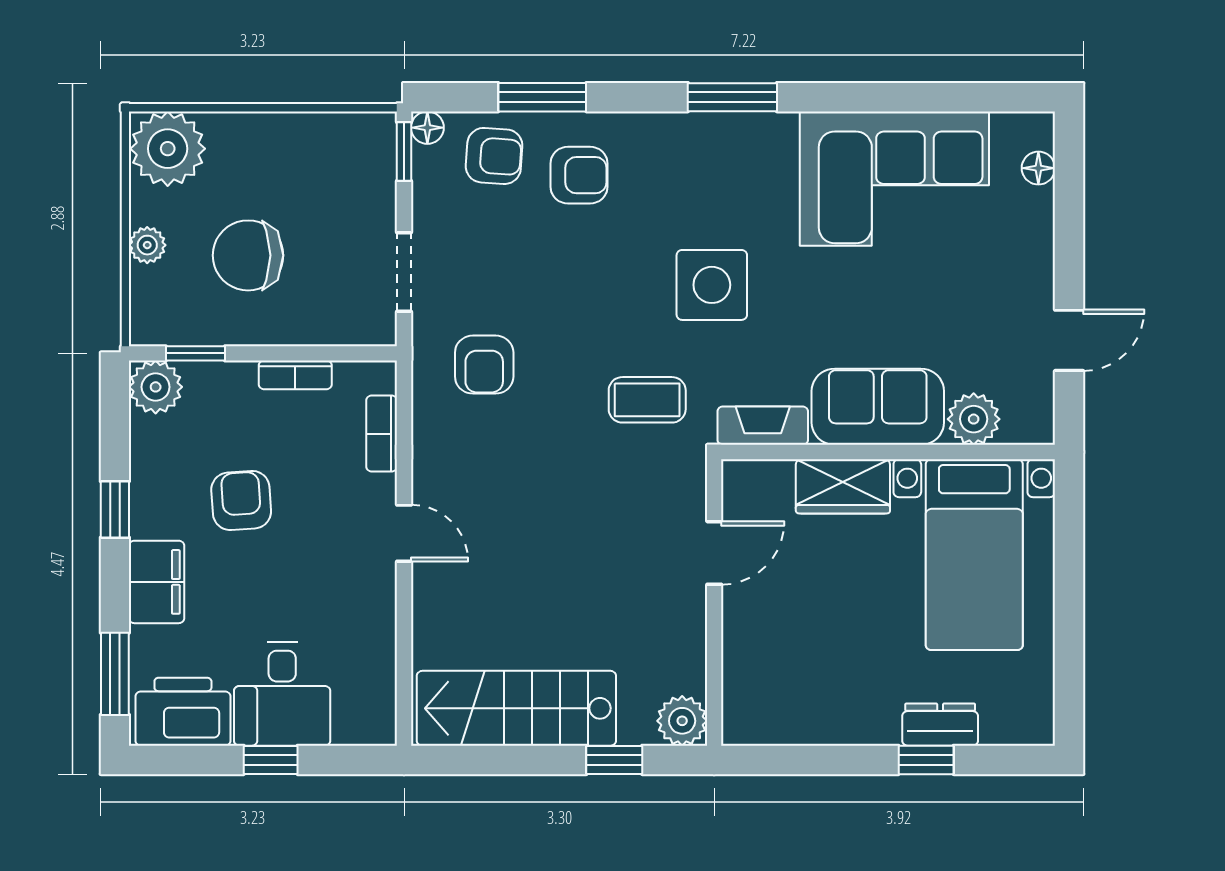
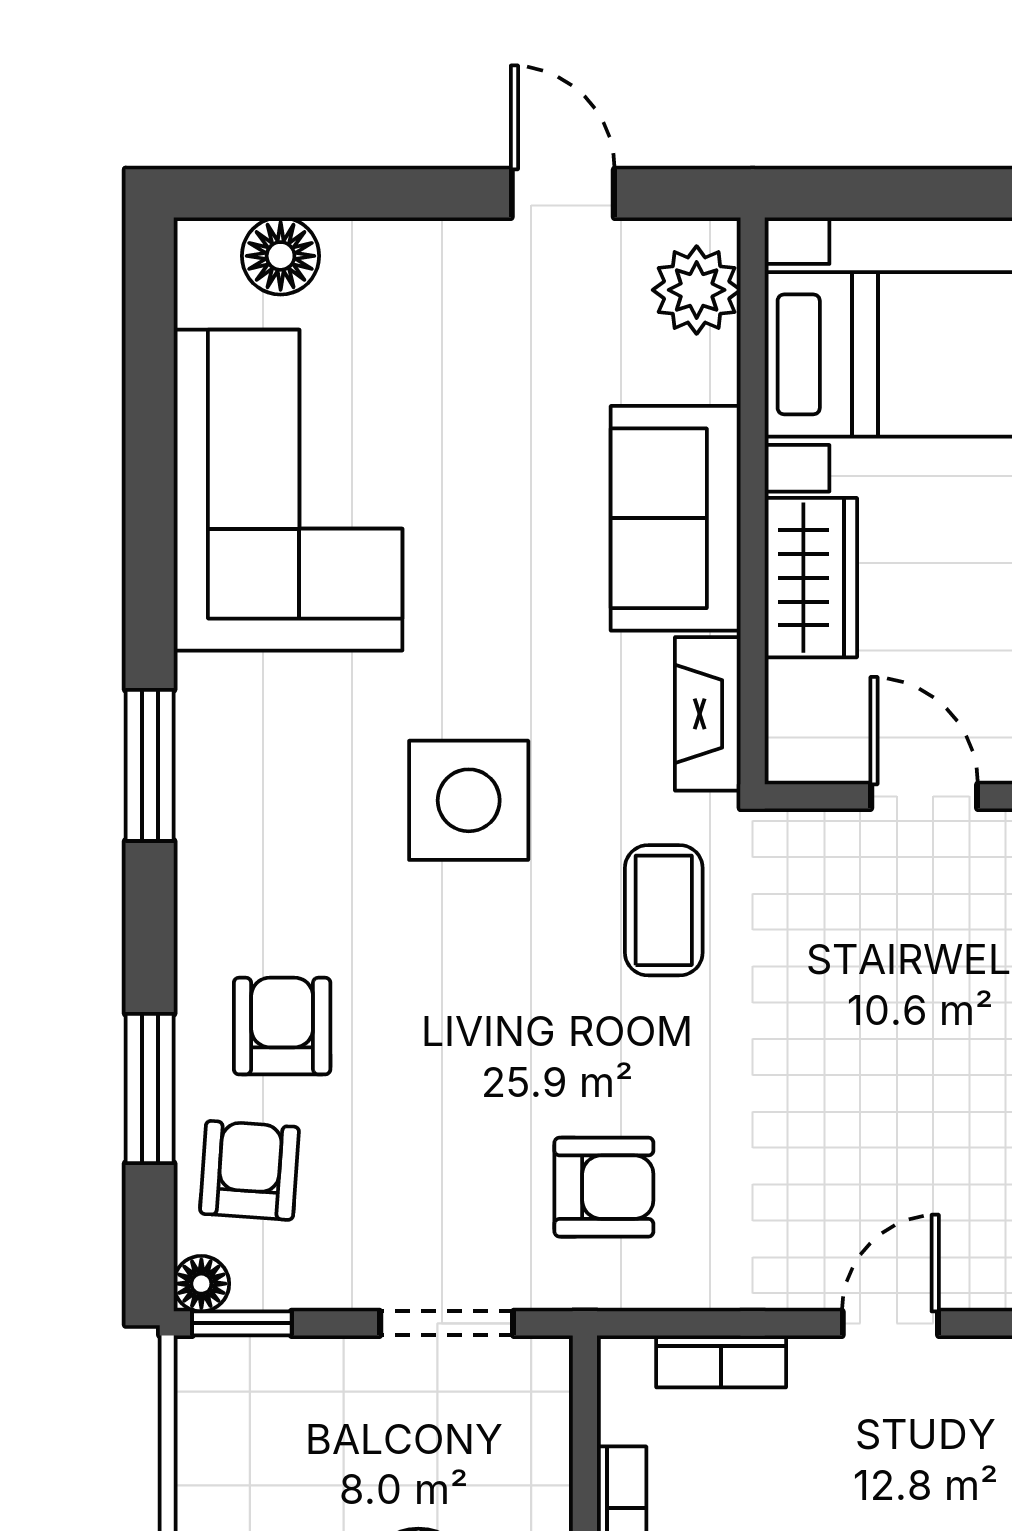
floor lamp: (1038, 168) -> (281, 256), width x1.37, depth x1.37
plant: (974, 419) -> (697, 290), moved

